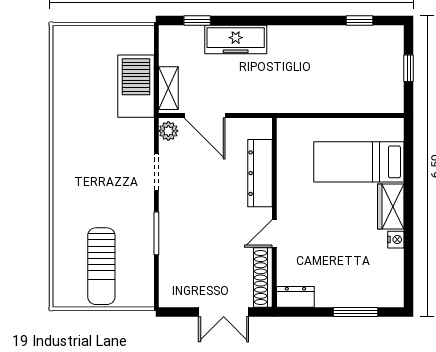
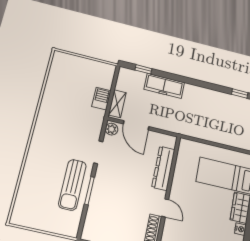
barbecue: (136, 86) -> (101, 99), width x0.53, depth x0.65
door: (274, 233) -> (165, 208), swing flipped
sun lounger: (101, 266) -> (72, 185), moved

